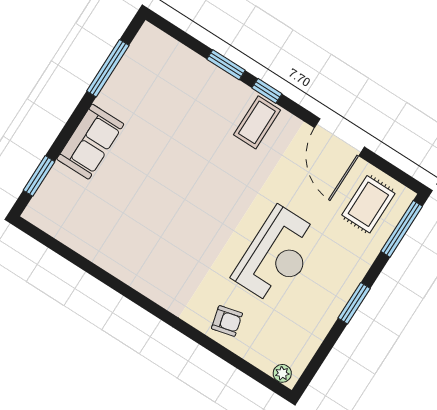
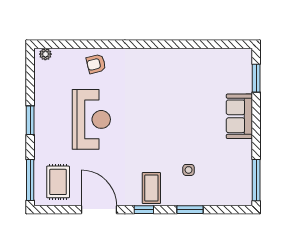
window: (108, 68) -> (256, 180), moved
window: (267, 91) -> (144, 210), moved
side table: (196, 115) -> (189, 170), added
reception desk: (277, 256) -> (91, 119), turned 180

